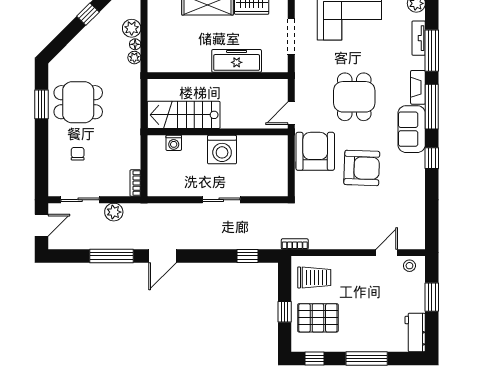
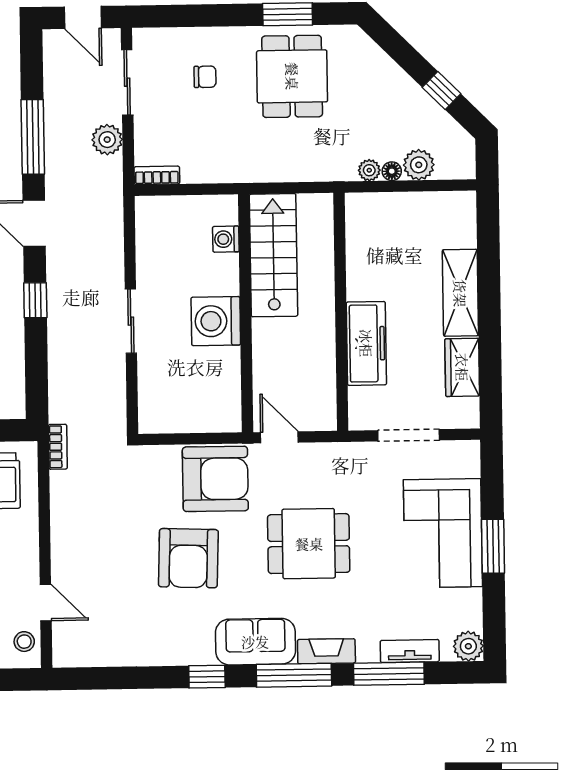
window: (247, 256) -> (35, 300), moved

